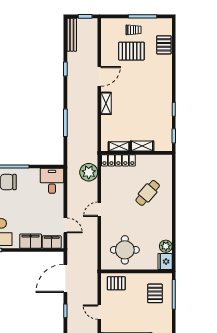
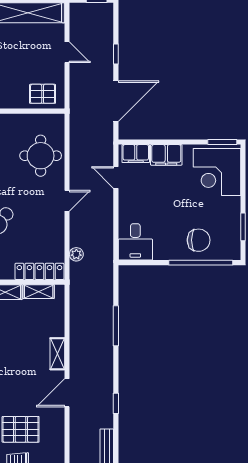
plant: (89, 172) -> (76, 254), width x0.53, depth x0.53
round table: (125, 250) -> (41, 156), moved

